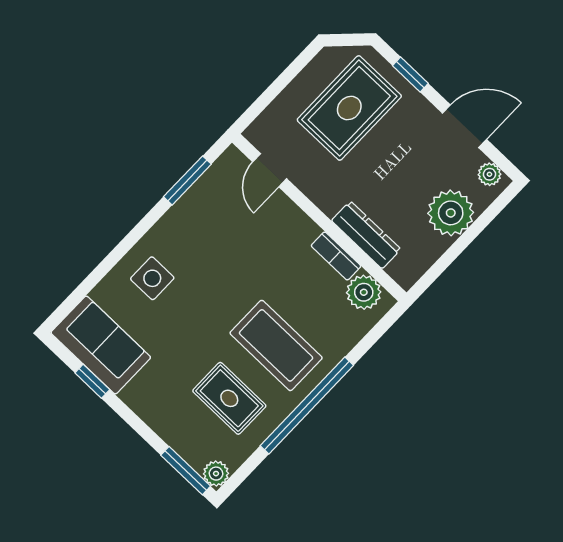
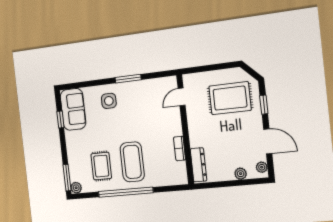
window: (187, 180) -> (128, 79), moved
plant: (451, 213) -> (241, 174), width x0.53, depth x0.53
dresser: (366, 235) -> (198, 165), moved
plant: (364, 292) -> (179, 170), removed

